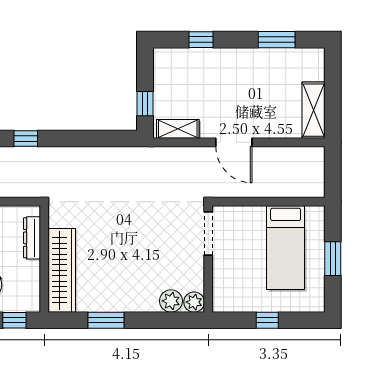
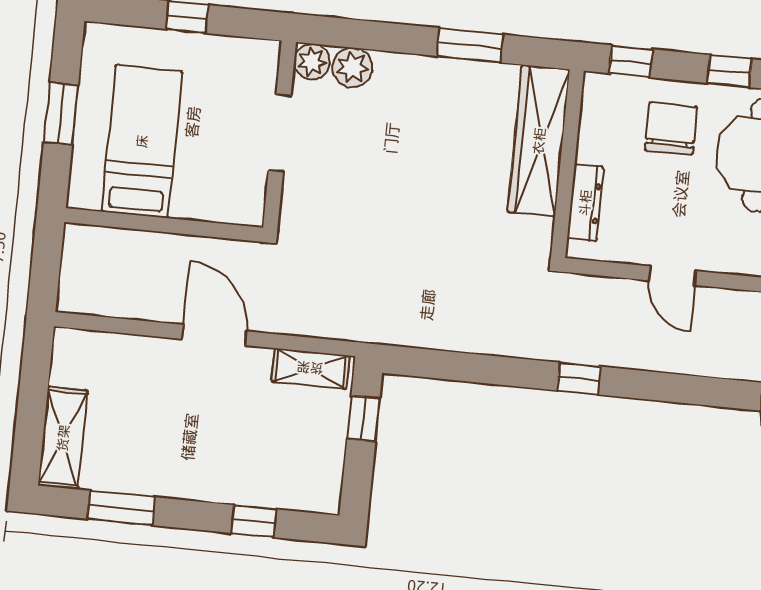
shelving: (314, 110) -> (63, 438), moved
doorway: (208, 234) -> (280, 133), moved

